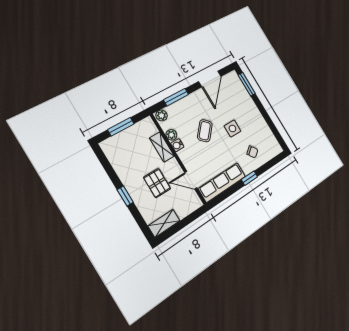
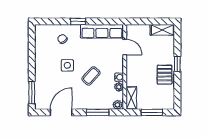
shelving: (162, 147) -> (131, 98), moved
pallet: (157, 183) -> (165, 75), moved

